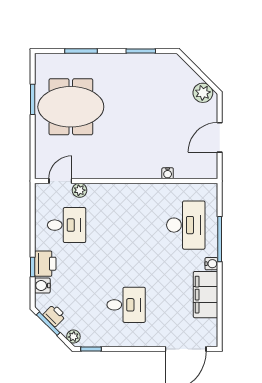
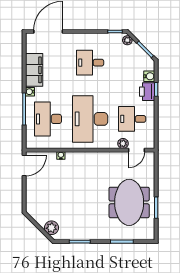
plant: (203, 93) -> (51, 228), moved
meeting table: (71, 107) -> (129, 202), turned 90
door: (220, 137) -> (24, 165), moved
desk: (126, 225) -> (90, 119), added
printer: (54, 315) -> (141, 55), removed

